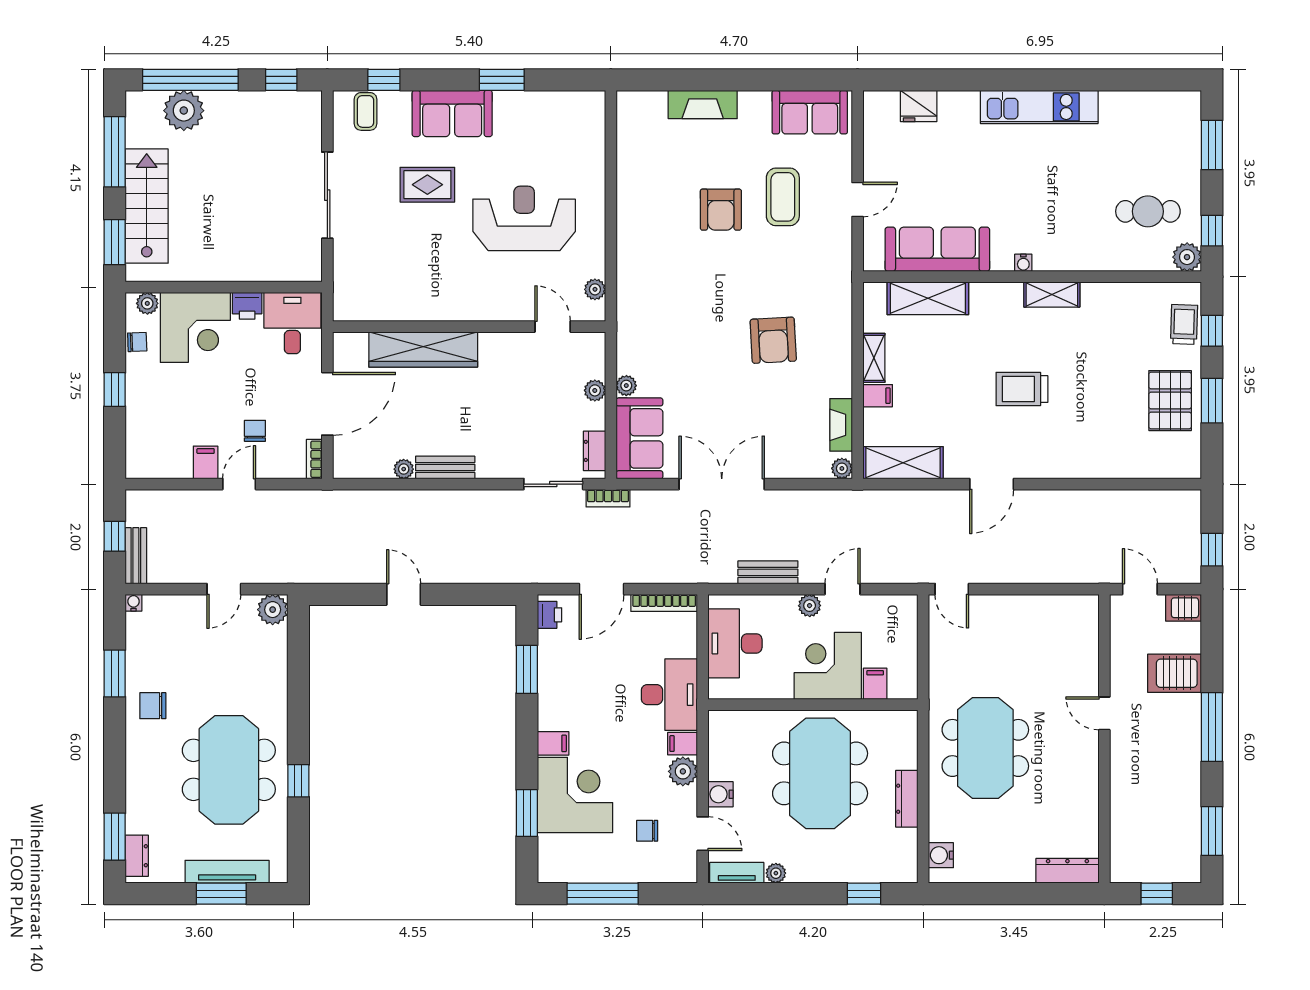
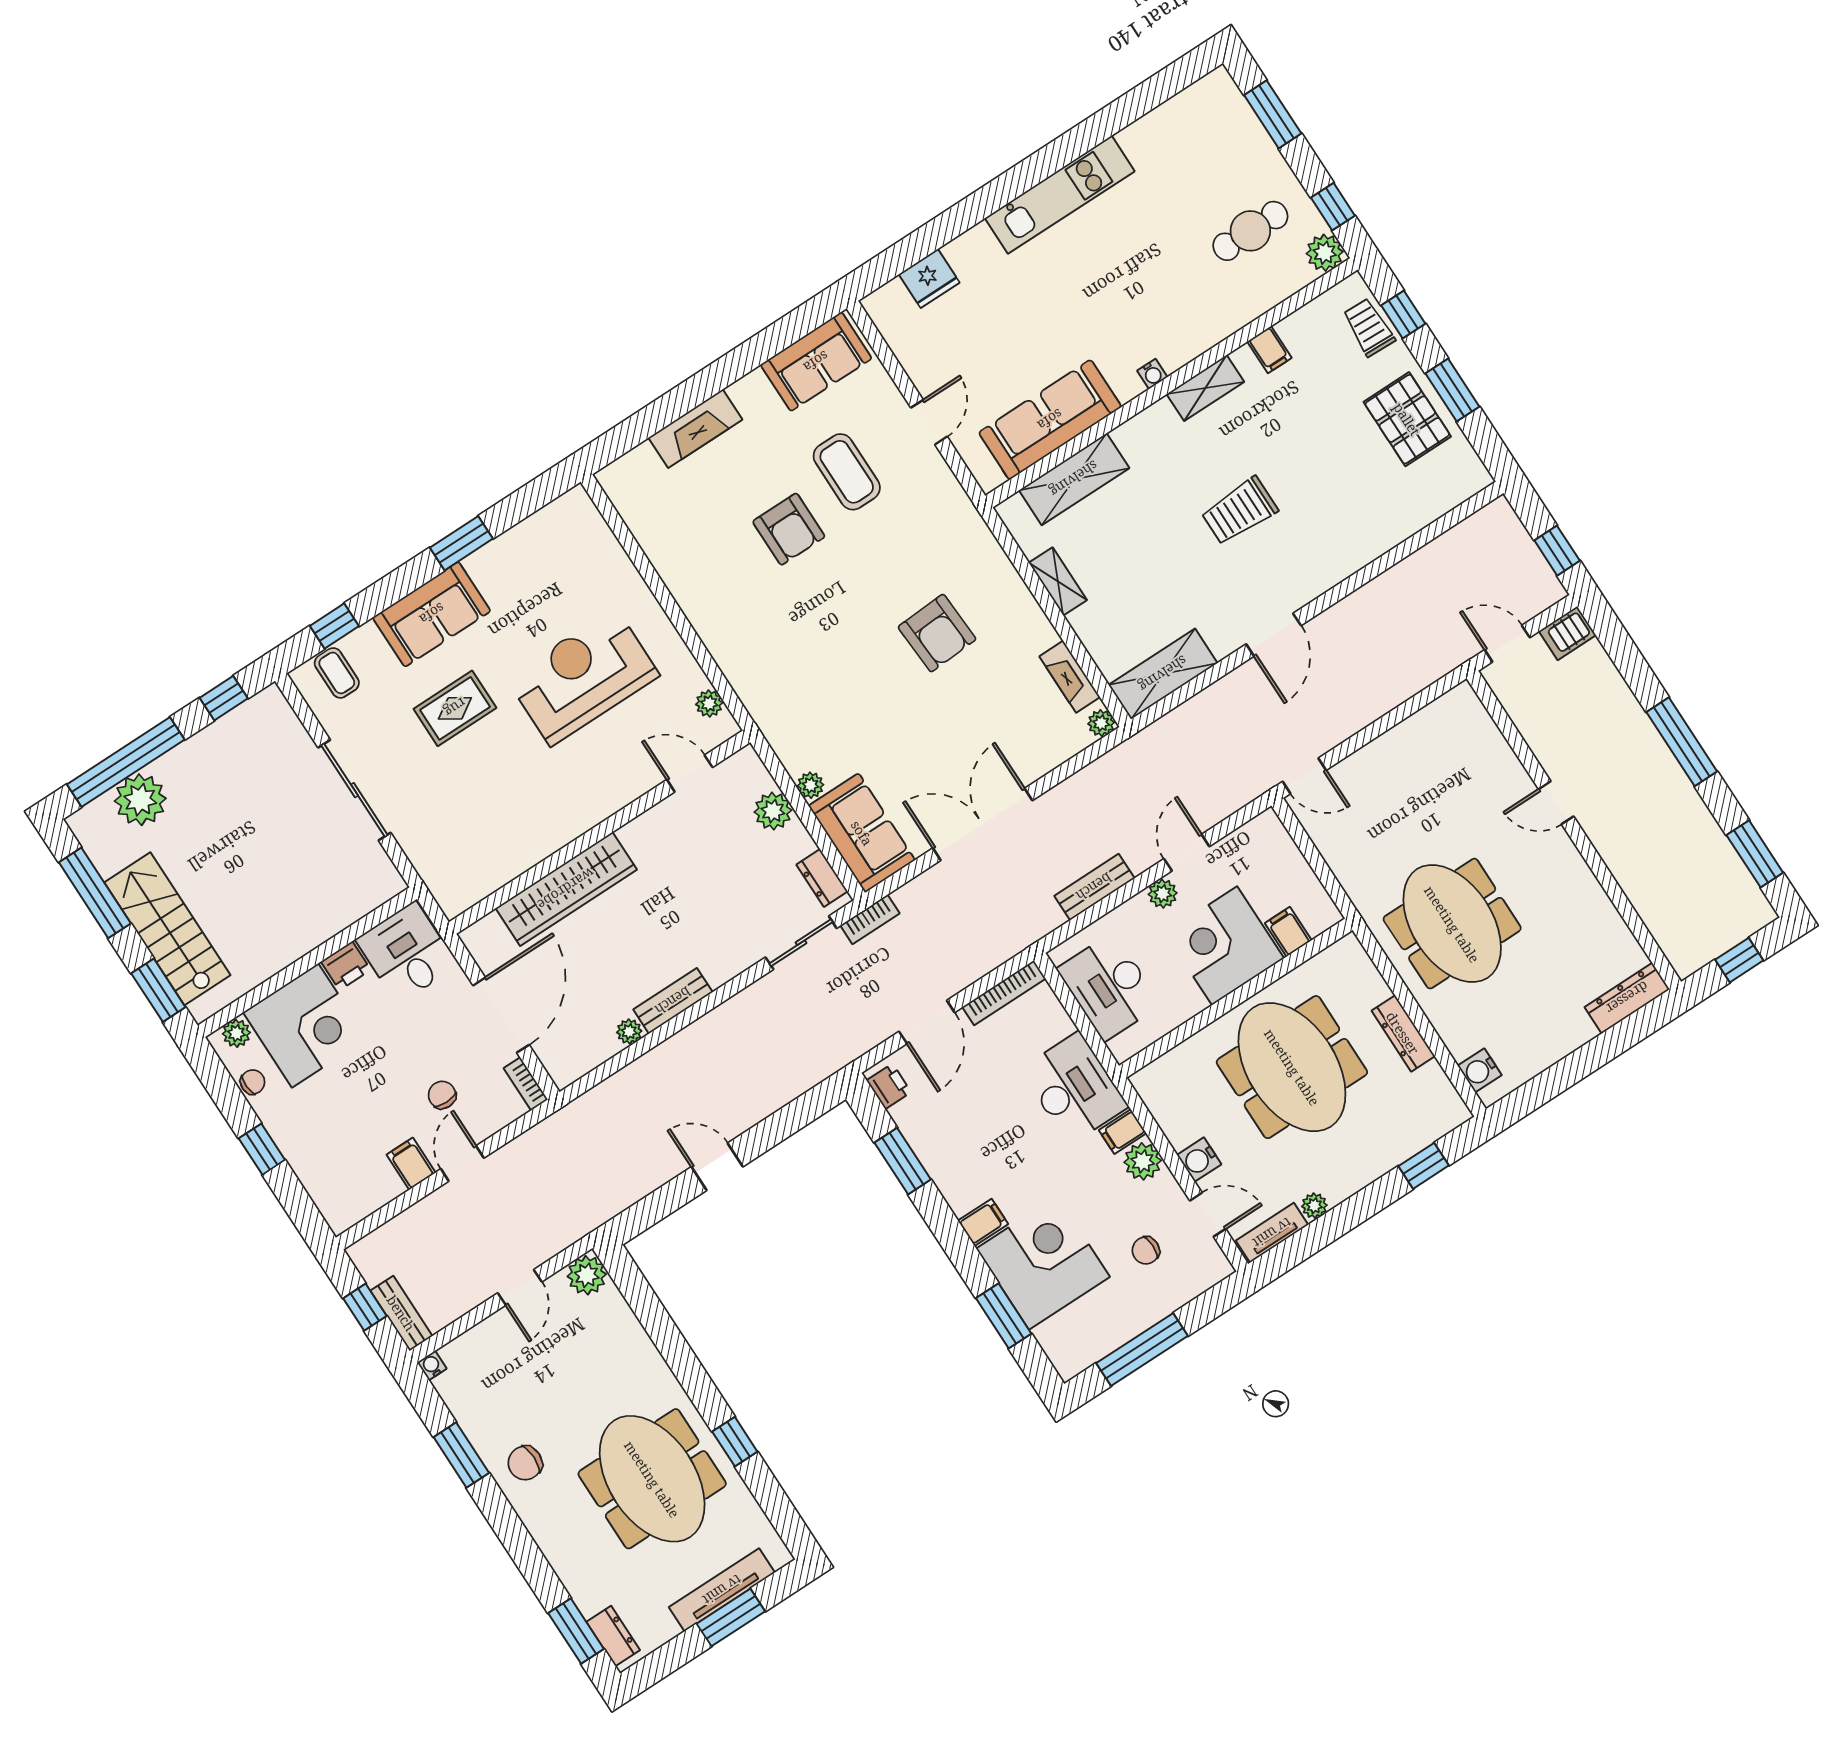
plant: (595, 390) -> (773, 811), width x1.38, depth x1.38
filing cabinet: (878, 396) -> (1269, 350), moved, turned 90
server rack: (1175, 673) -> (1604, 710), removed

